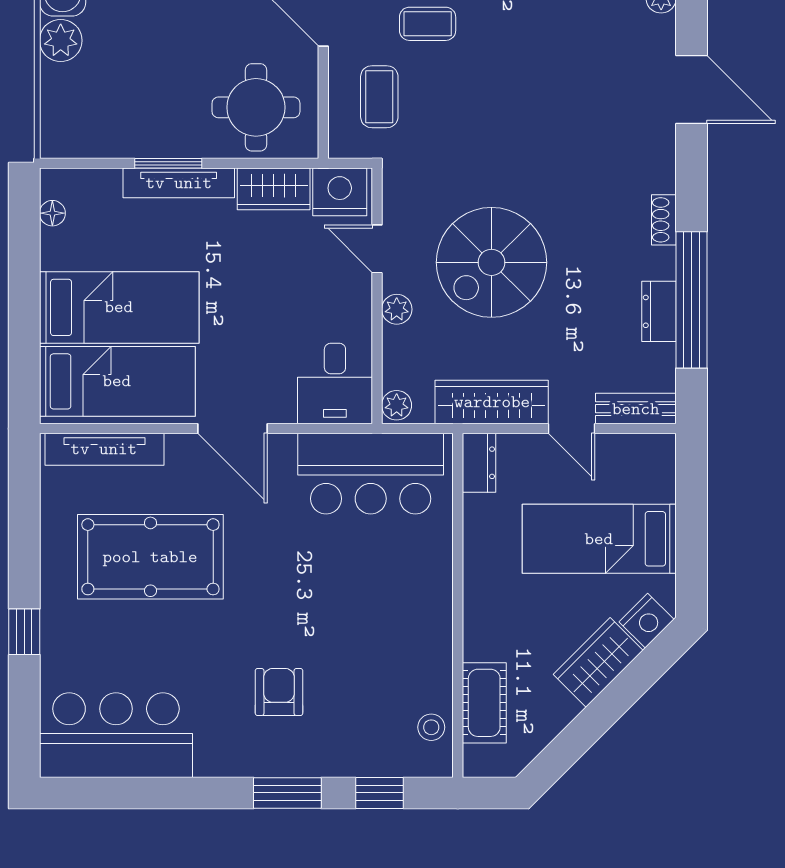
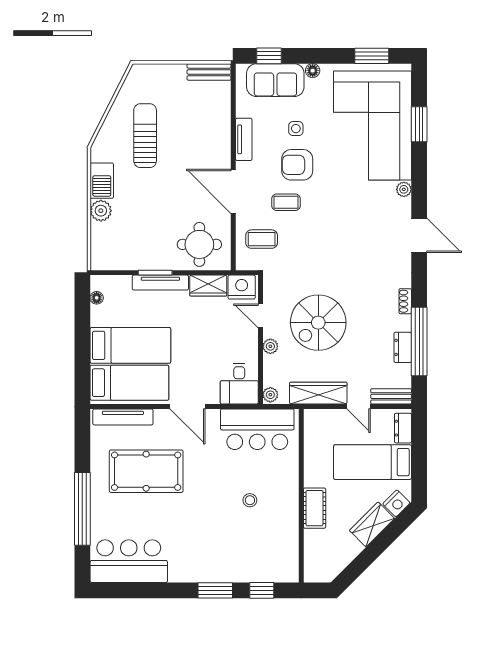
coffee table: (379, 97) -> (262, 239), turned 90
dresser: (479, 463) -> (403, 428), moved, turned 180
window: (24, 632) -> (82, 509), width x3.17
armchair: (279, 692) -> (211, 539), removed
cot: (484, 703) -> (315, 508), moved
stool: (431, 727) -> (250, 500), moved

